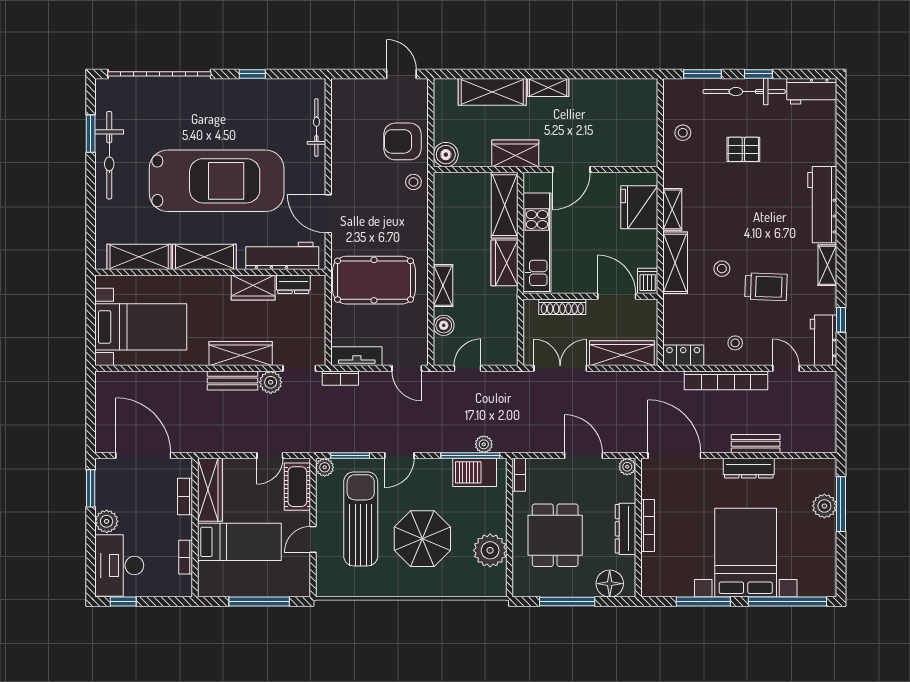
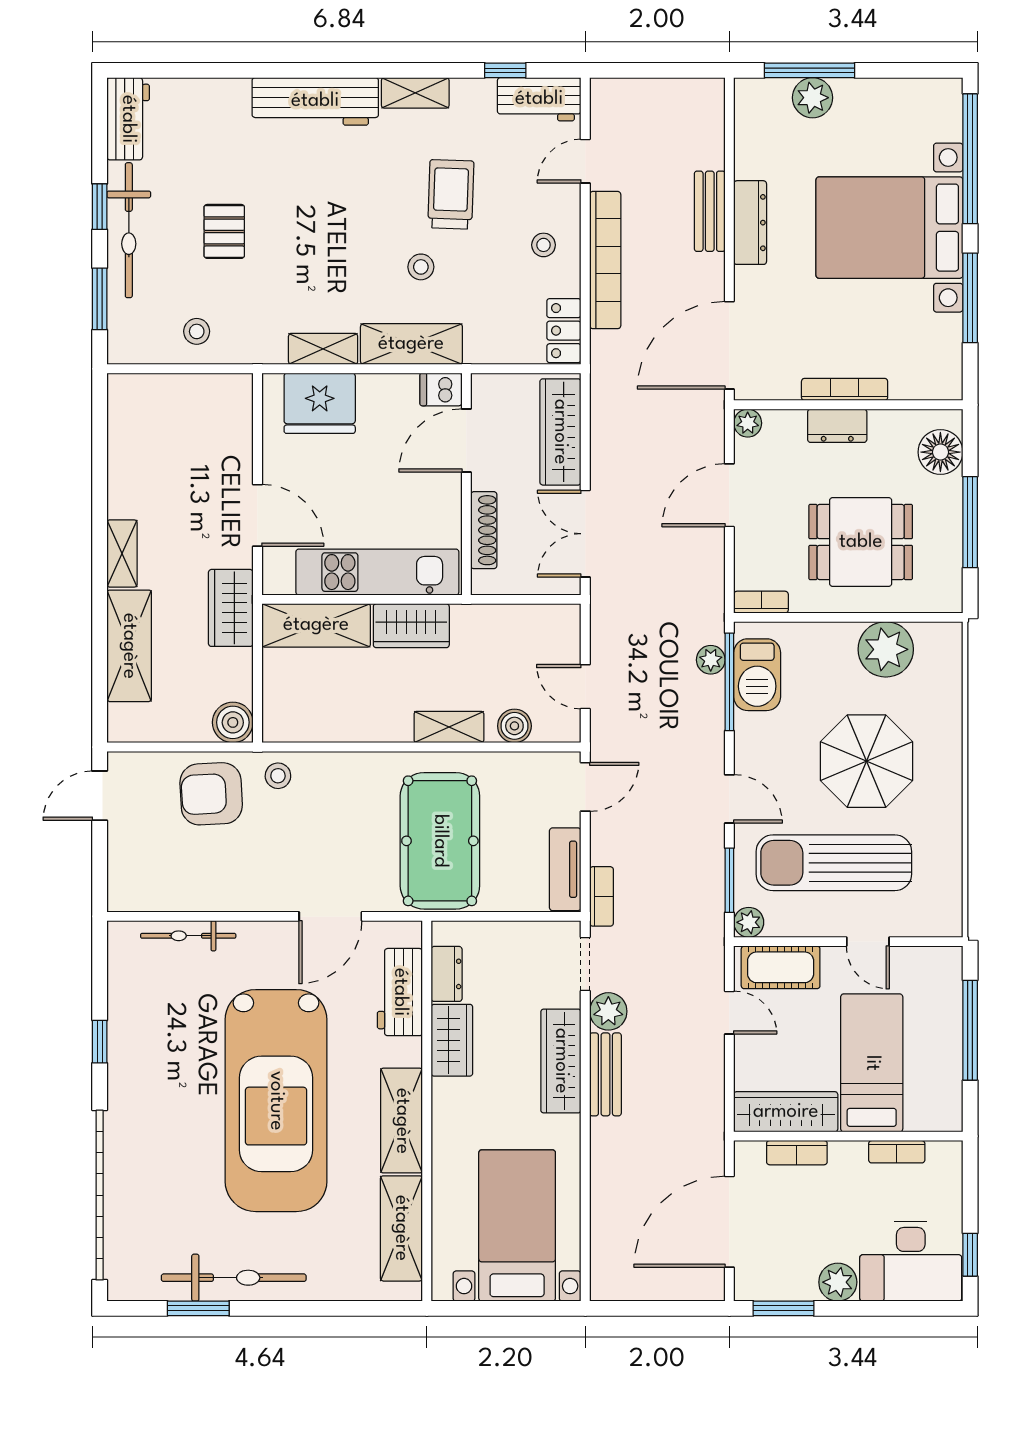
armchair: (402, 141) -> (211, 794), turned 87
car: (217, 181) -> (276, 1101), turned 180
workbench: (282, 256) -> (400, 992), width x0.73
dresser: (626, 529) -> (837, 426), width x0.70

